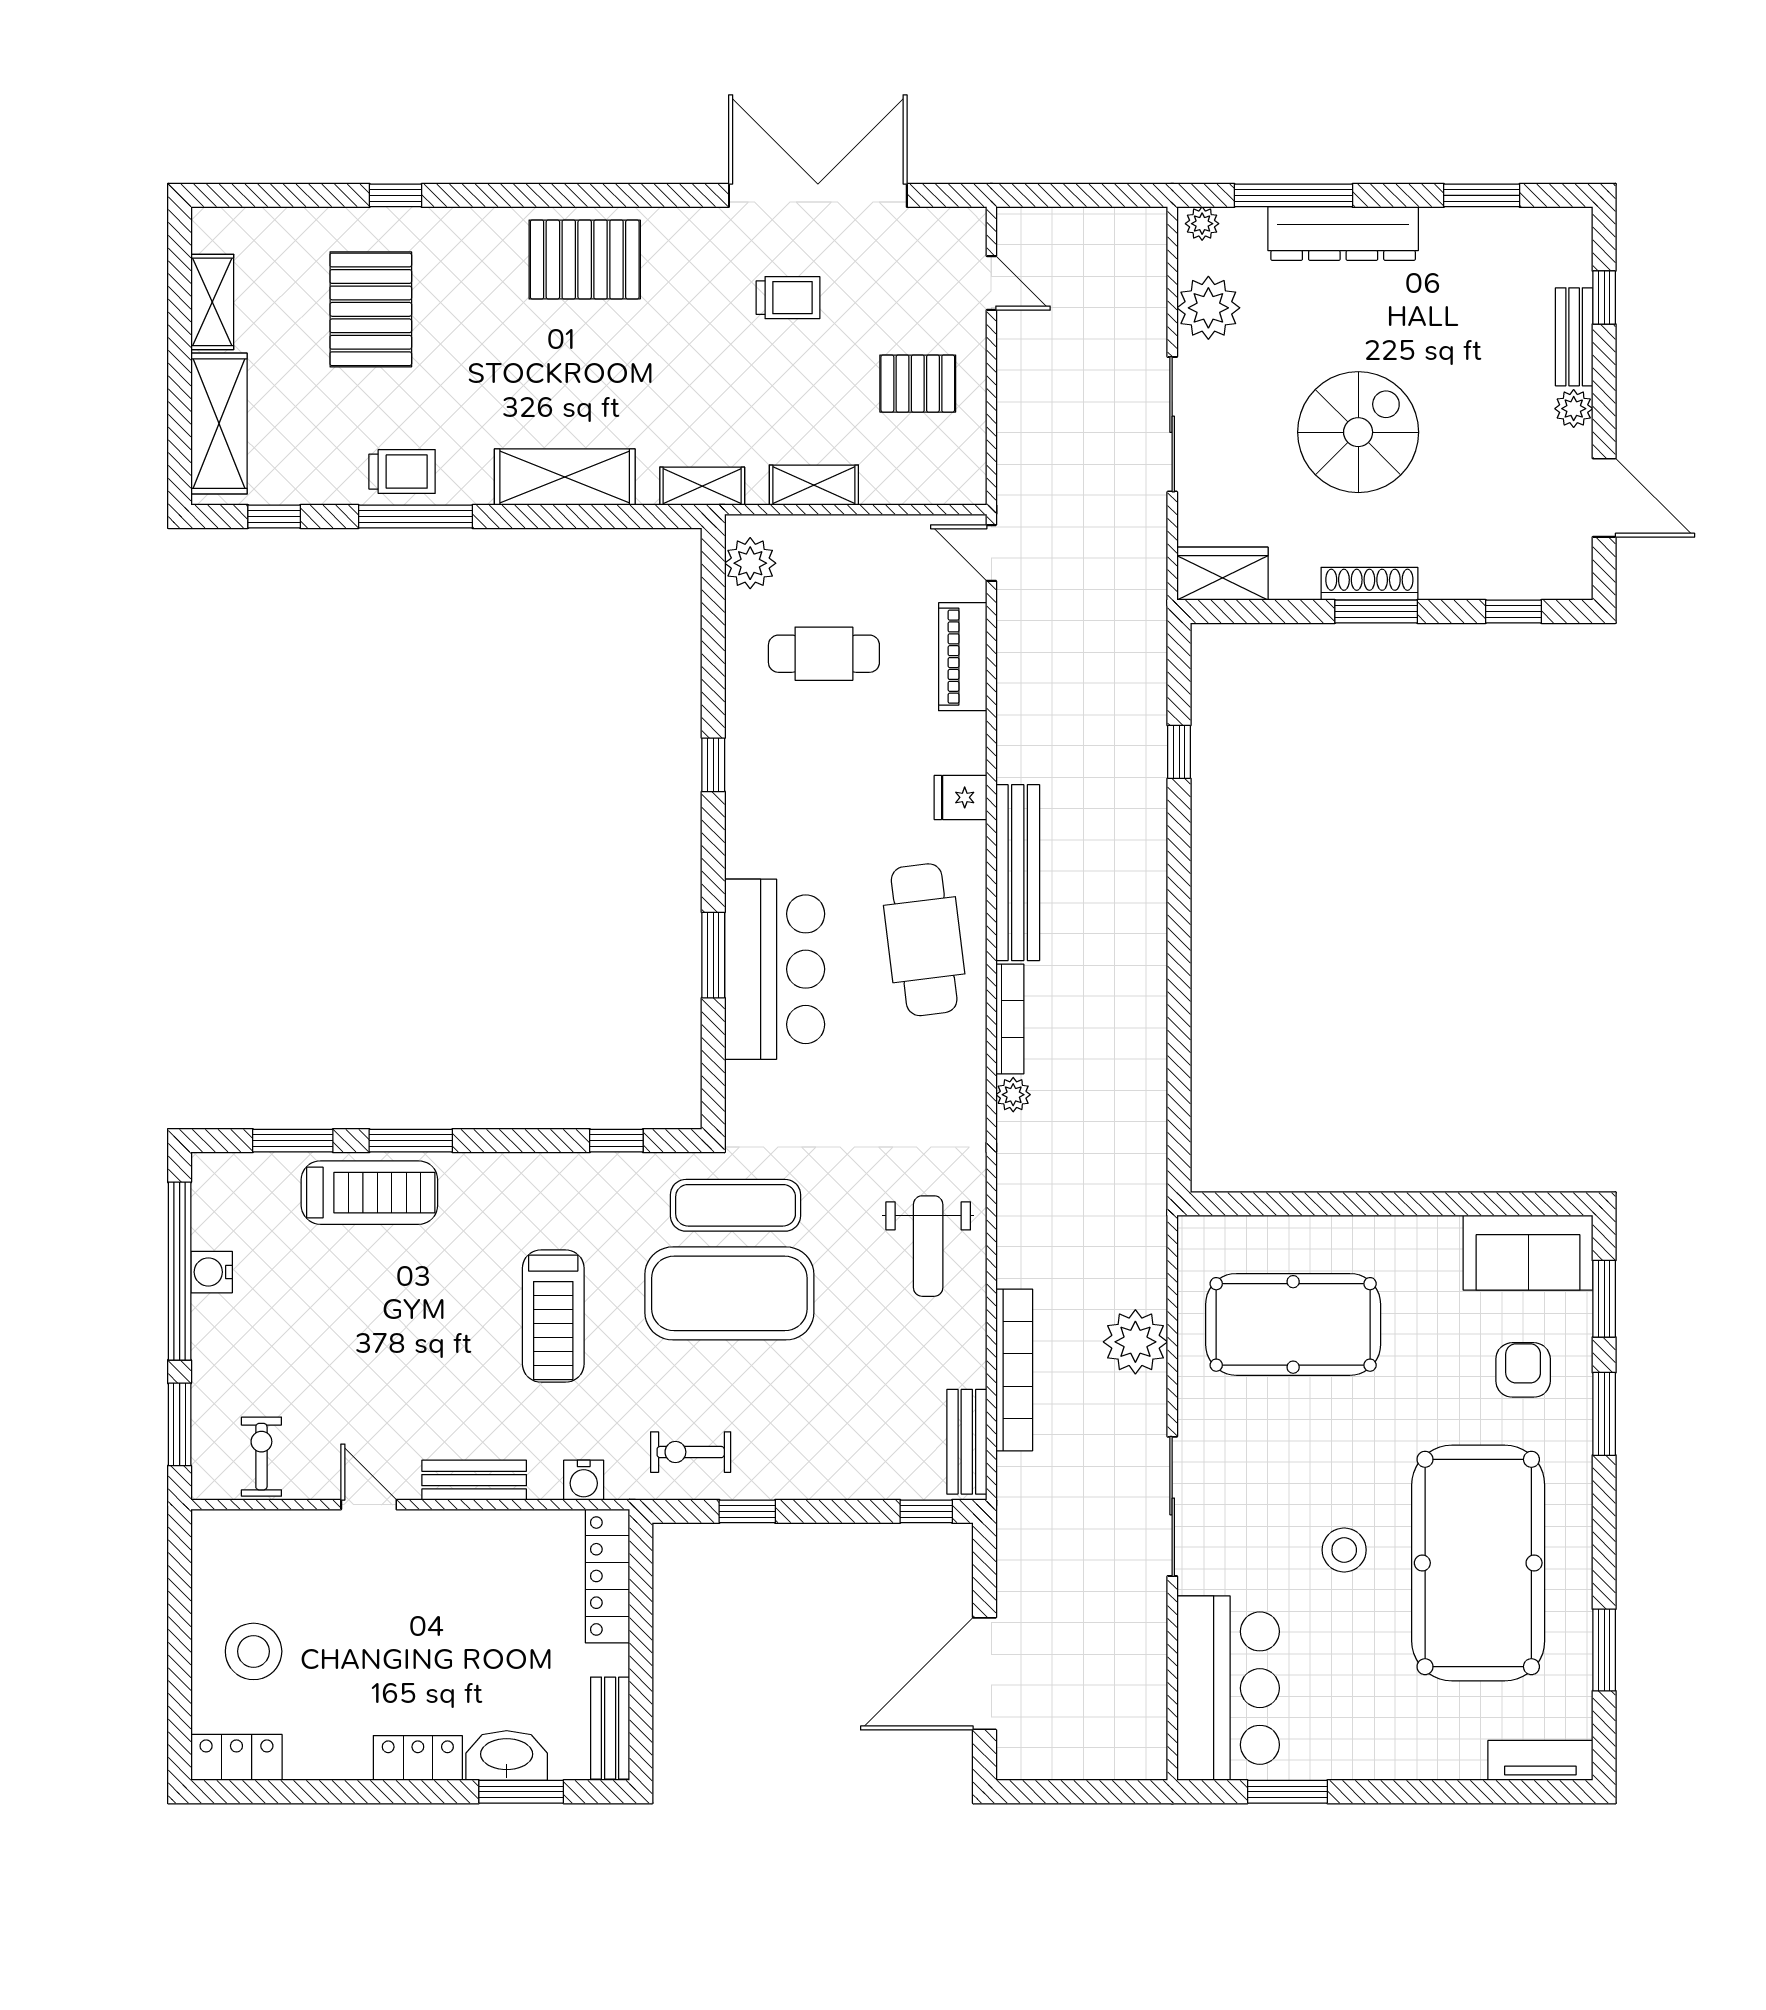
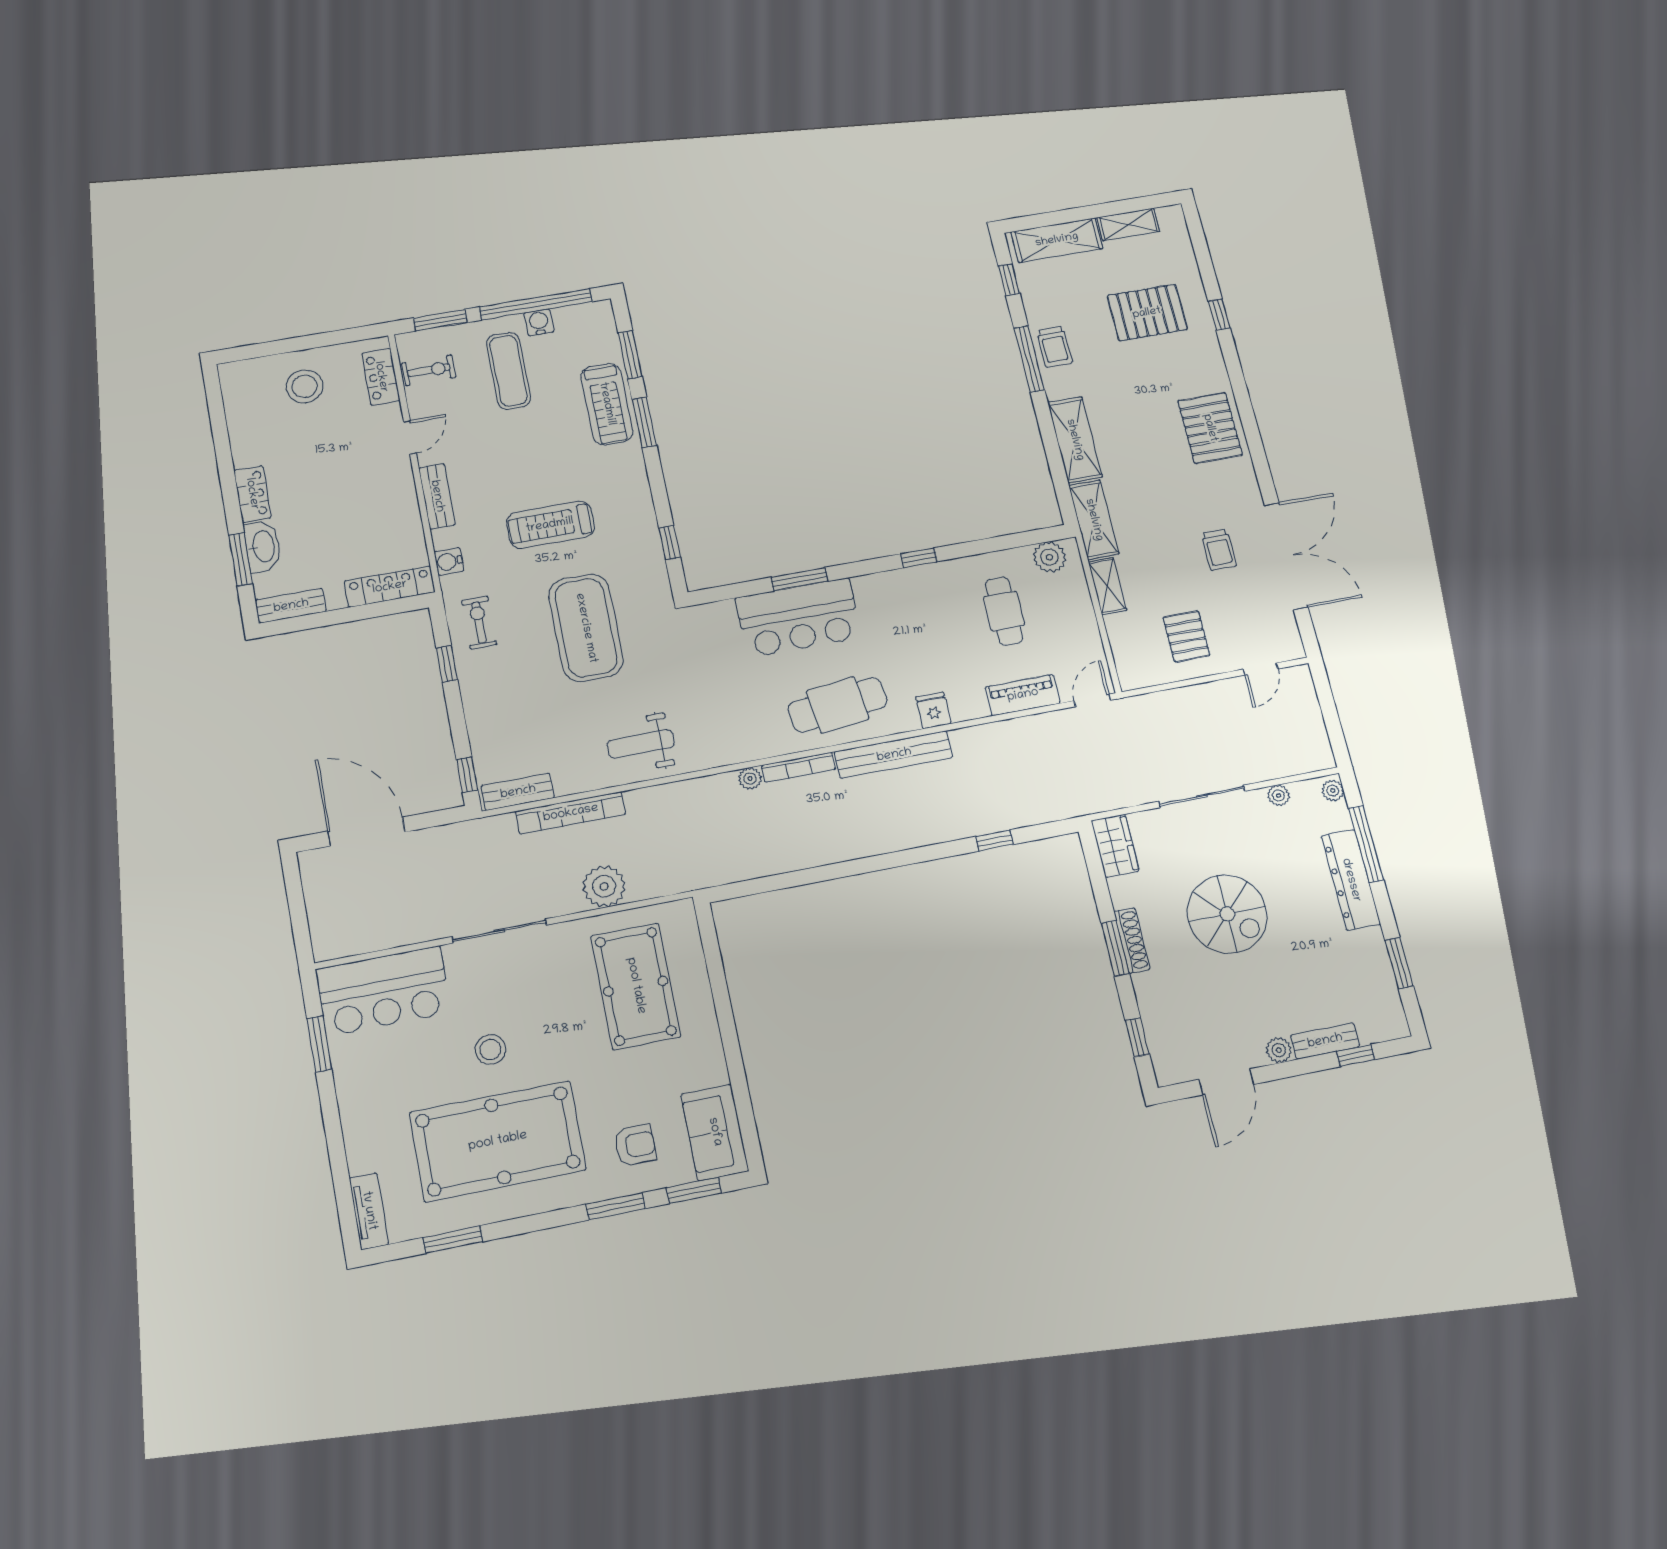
plant: (1208, 308) -> (1279, 795), width x0.53, depth x0.53
shelving: (702, 486) -> (1094, 520), width x1.50, depth x1.33
exercise mat: (736, 1205) -> (508, 371), moved
locker: (236, 1757) -> (381, 377), moved, turned 180

